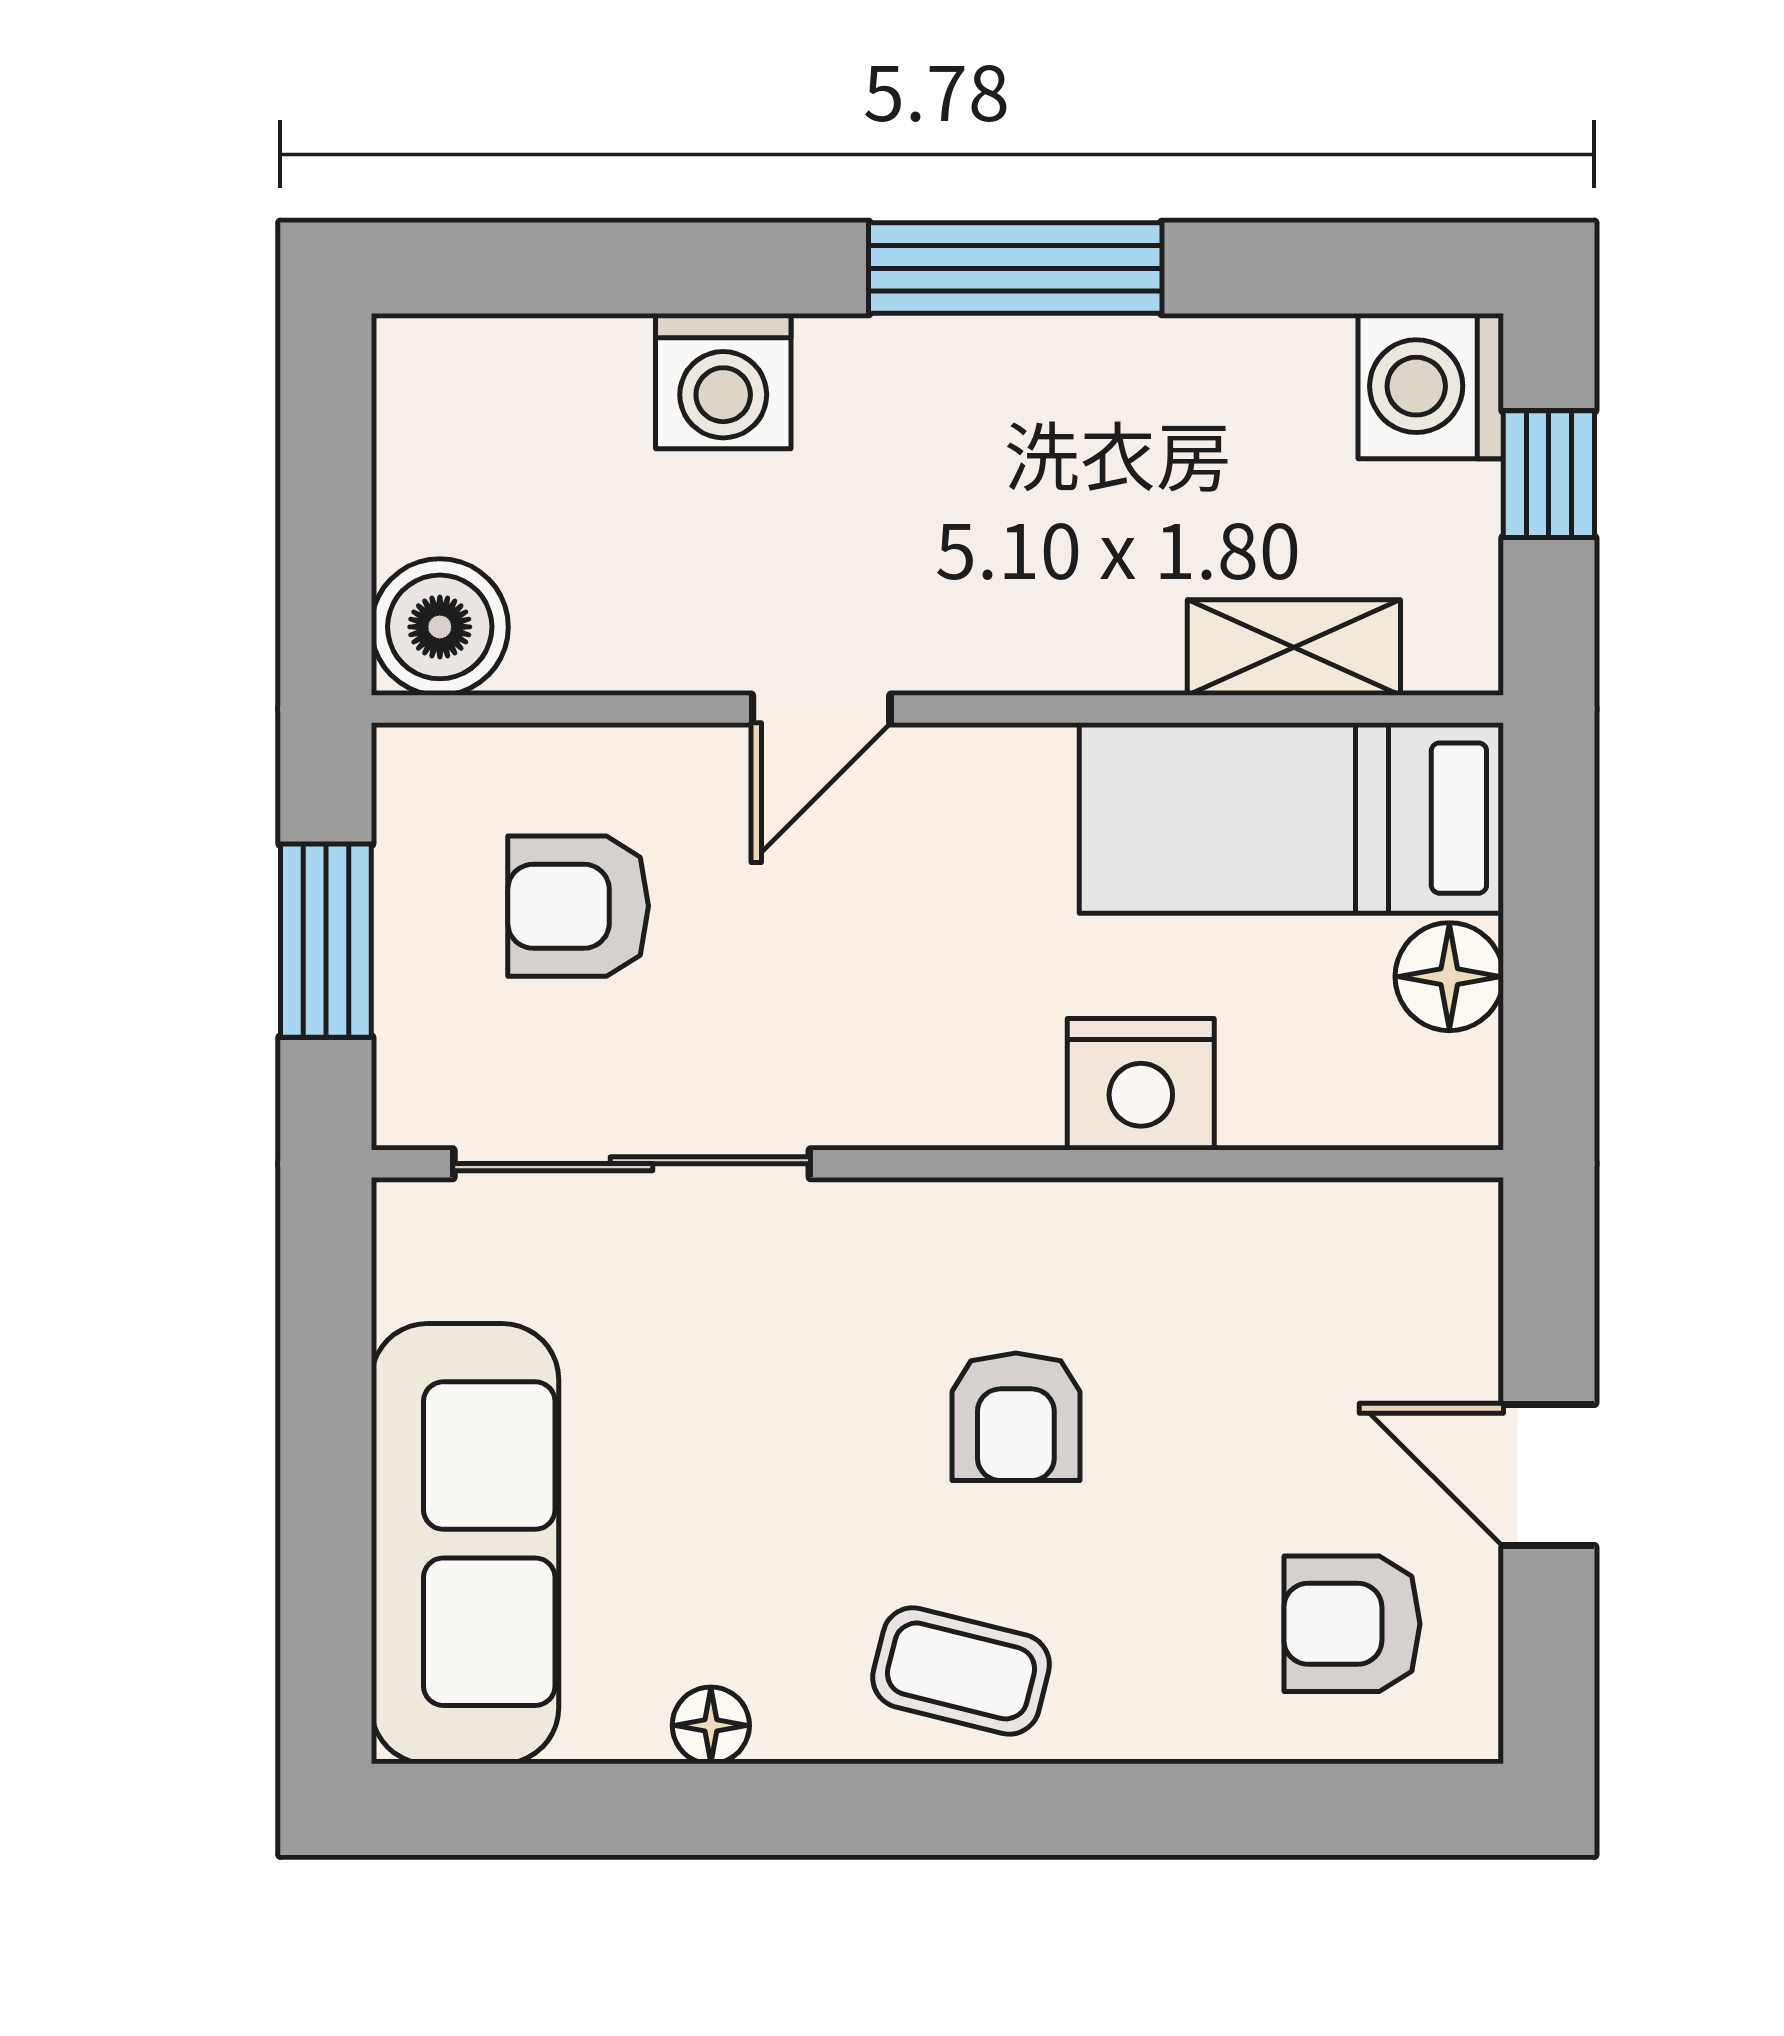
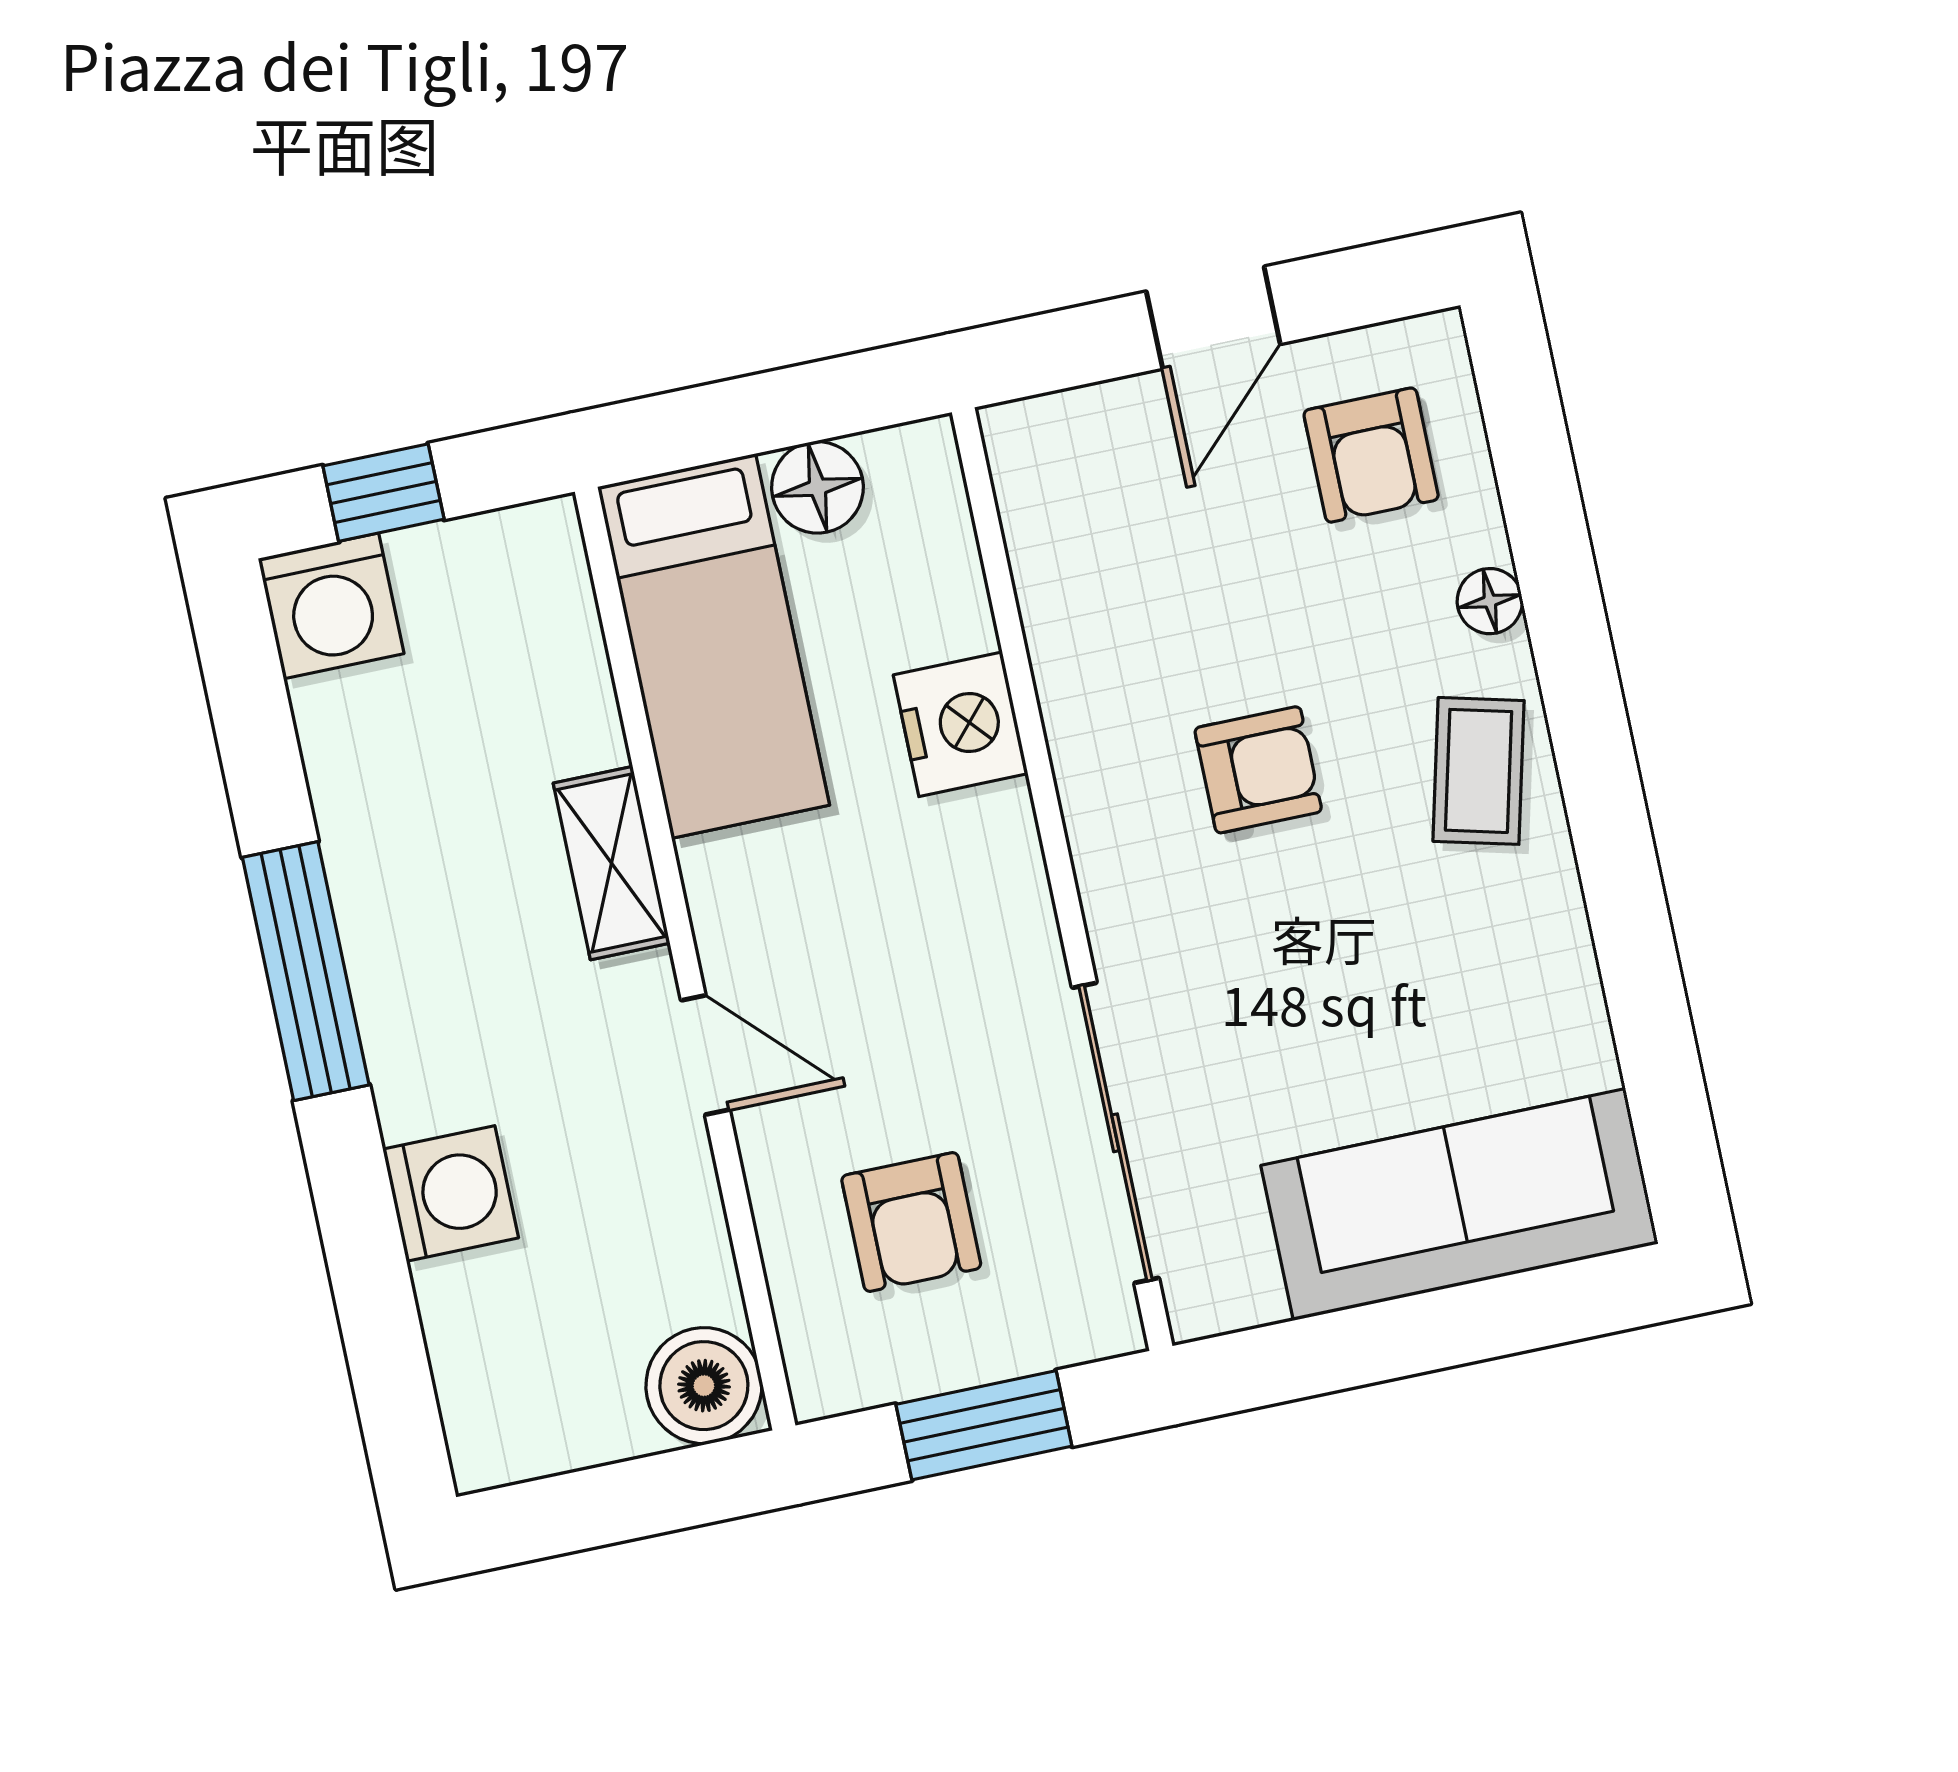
shelving: (1294, 647) -> (612, 863), moved
floor lamp: (711, 1725) -> (1490, 601), moved

